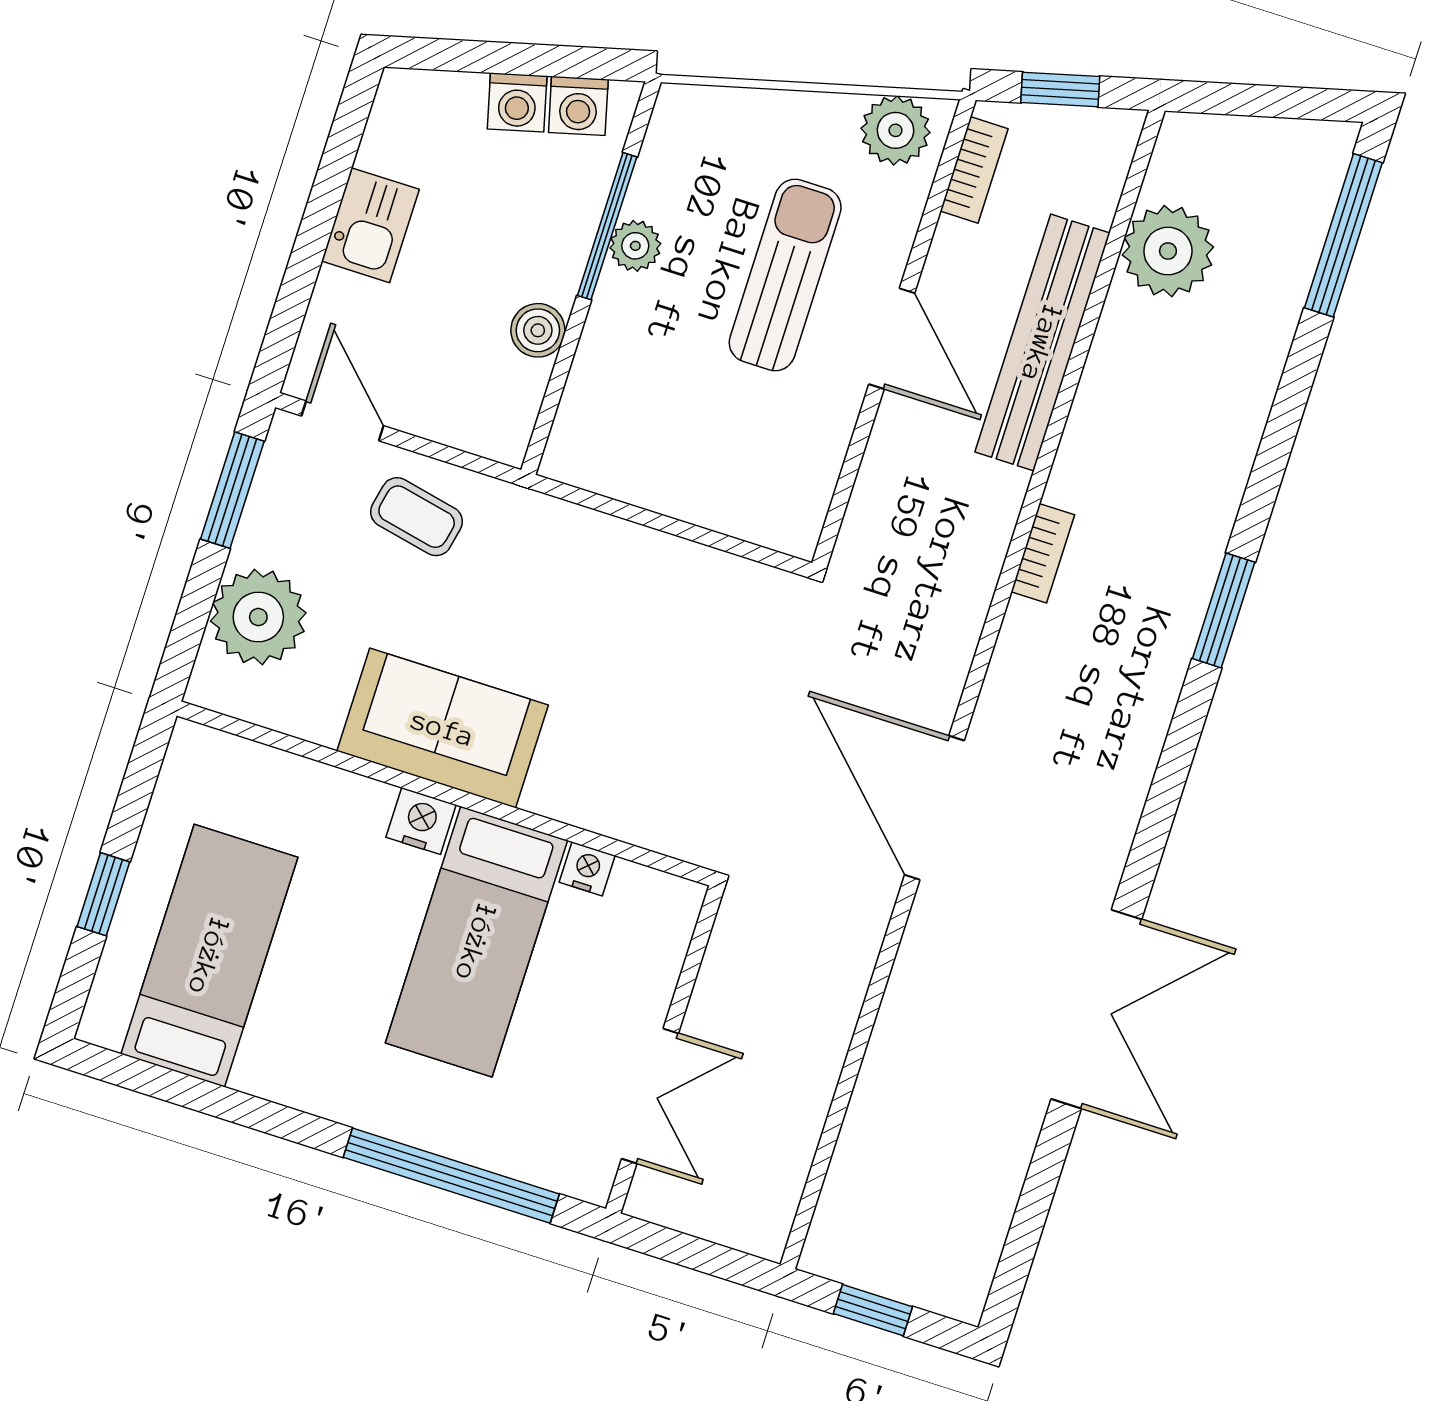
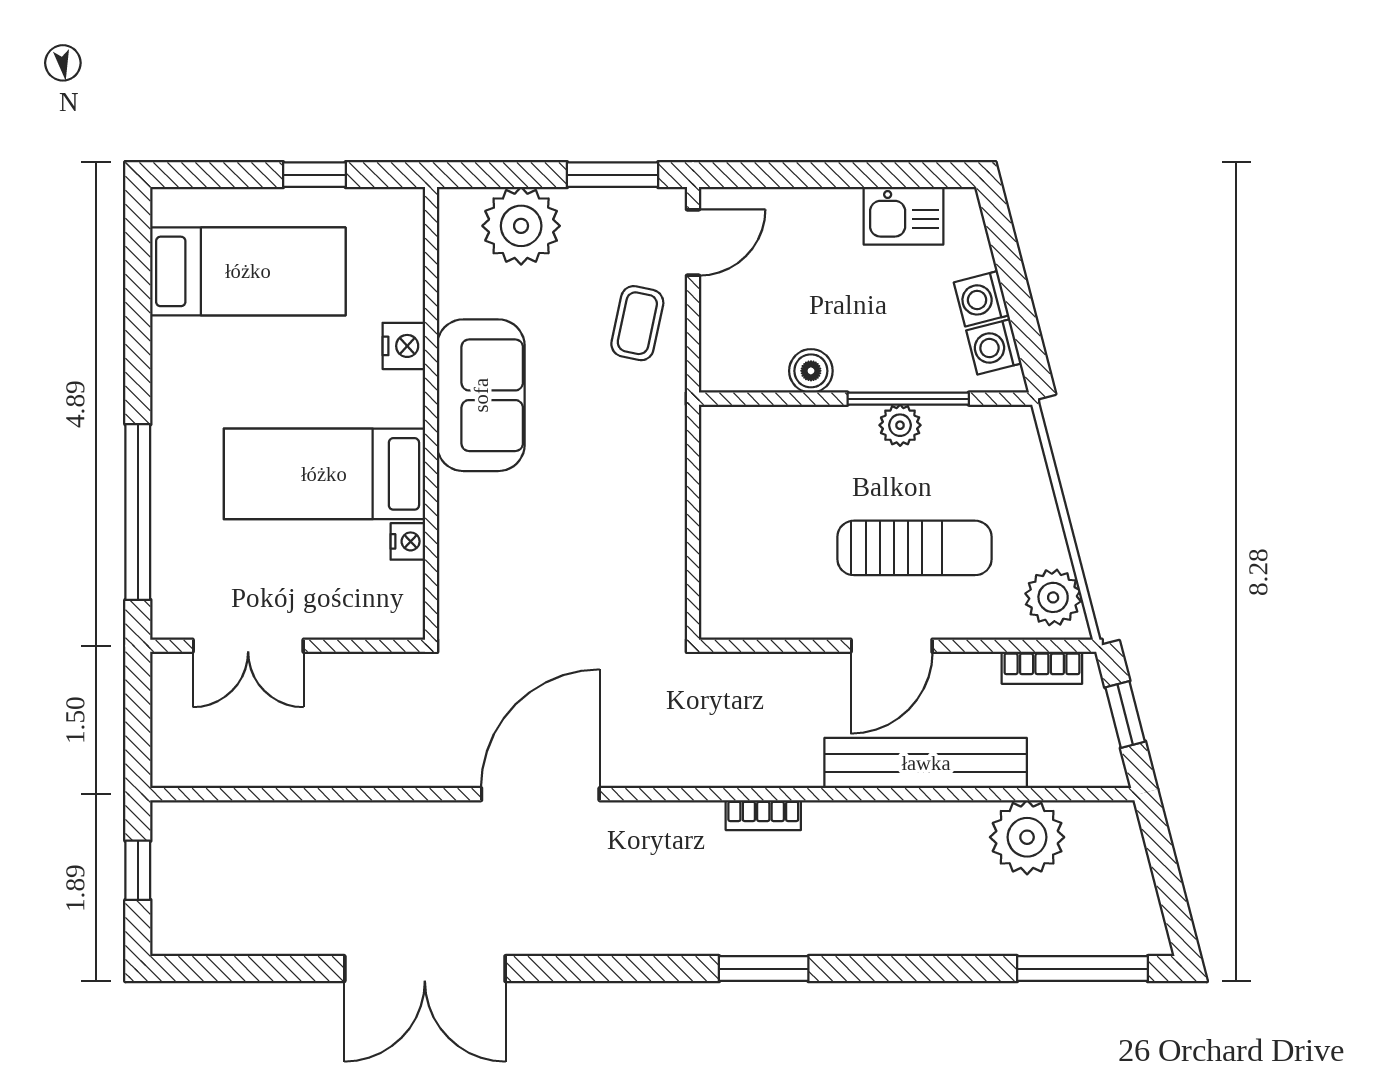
kitchen sink: (370, 225) -> (904, 216), moved
nightstand: (421, 821) -> (404, 346), moved
window: (103, 894) -> (314, 175), moved

